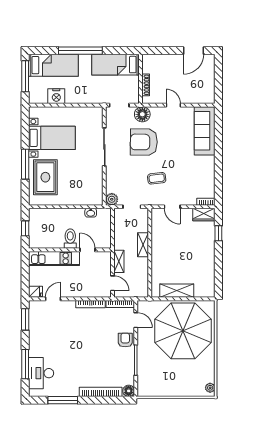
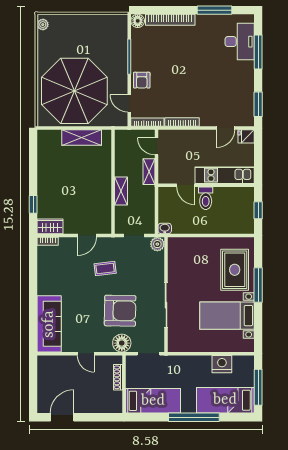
door: (172, 207) -> (87, 235), swing flipped
washbasin: (91, 213) -> (165, 228), moved

